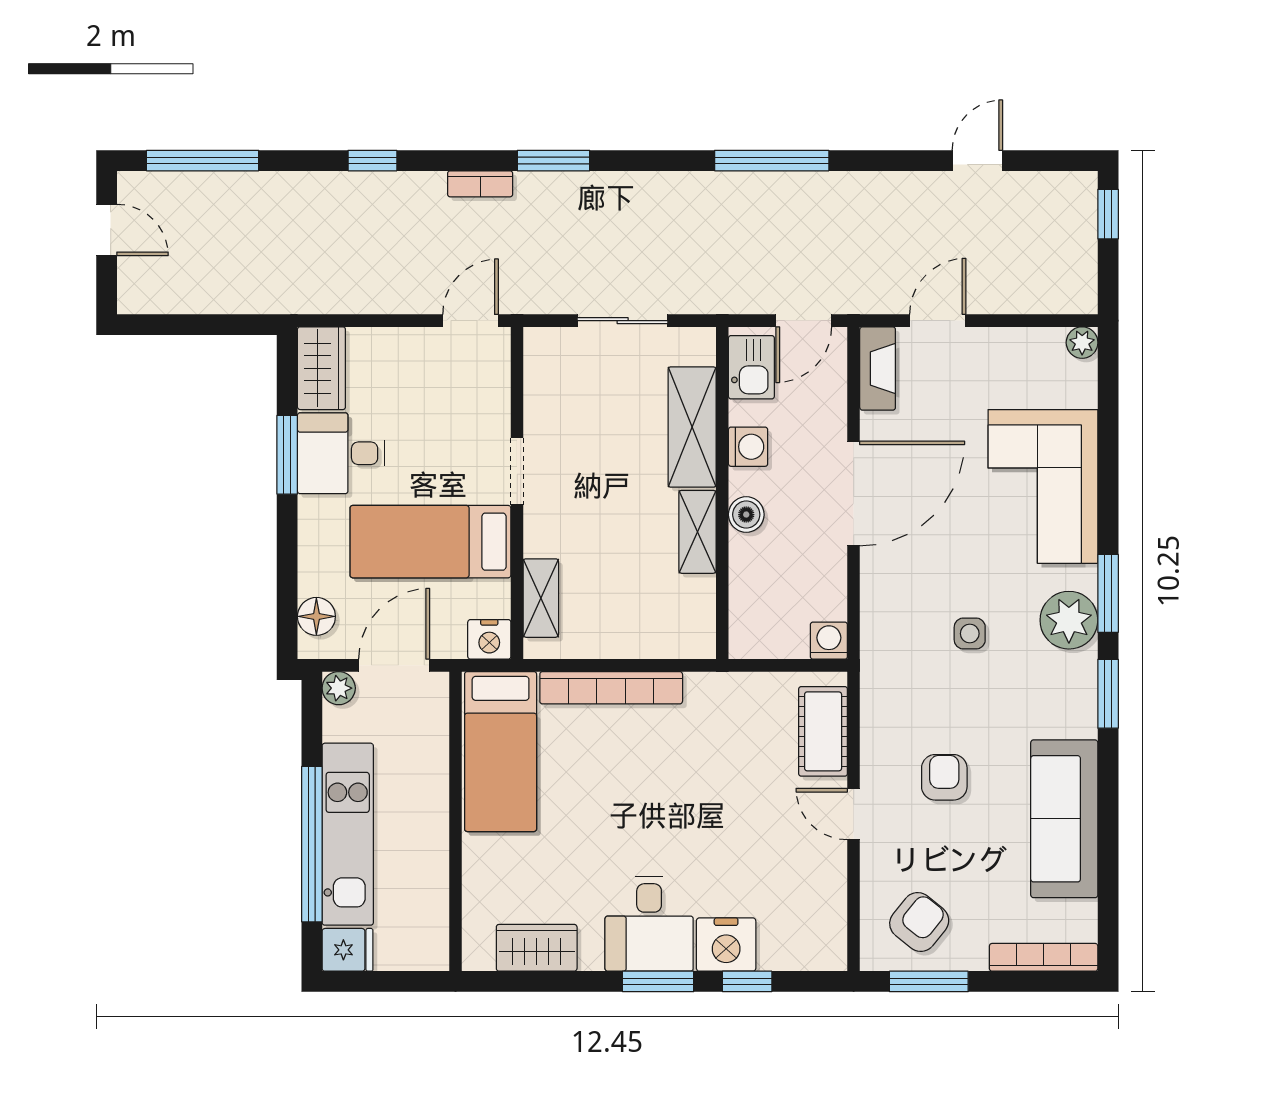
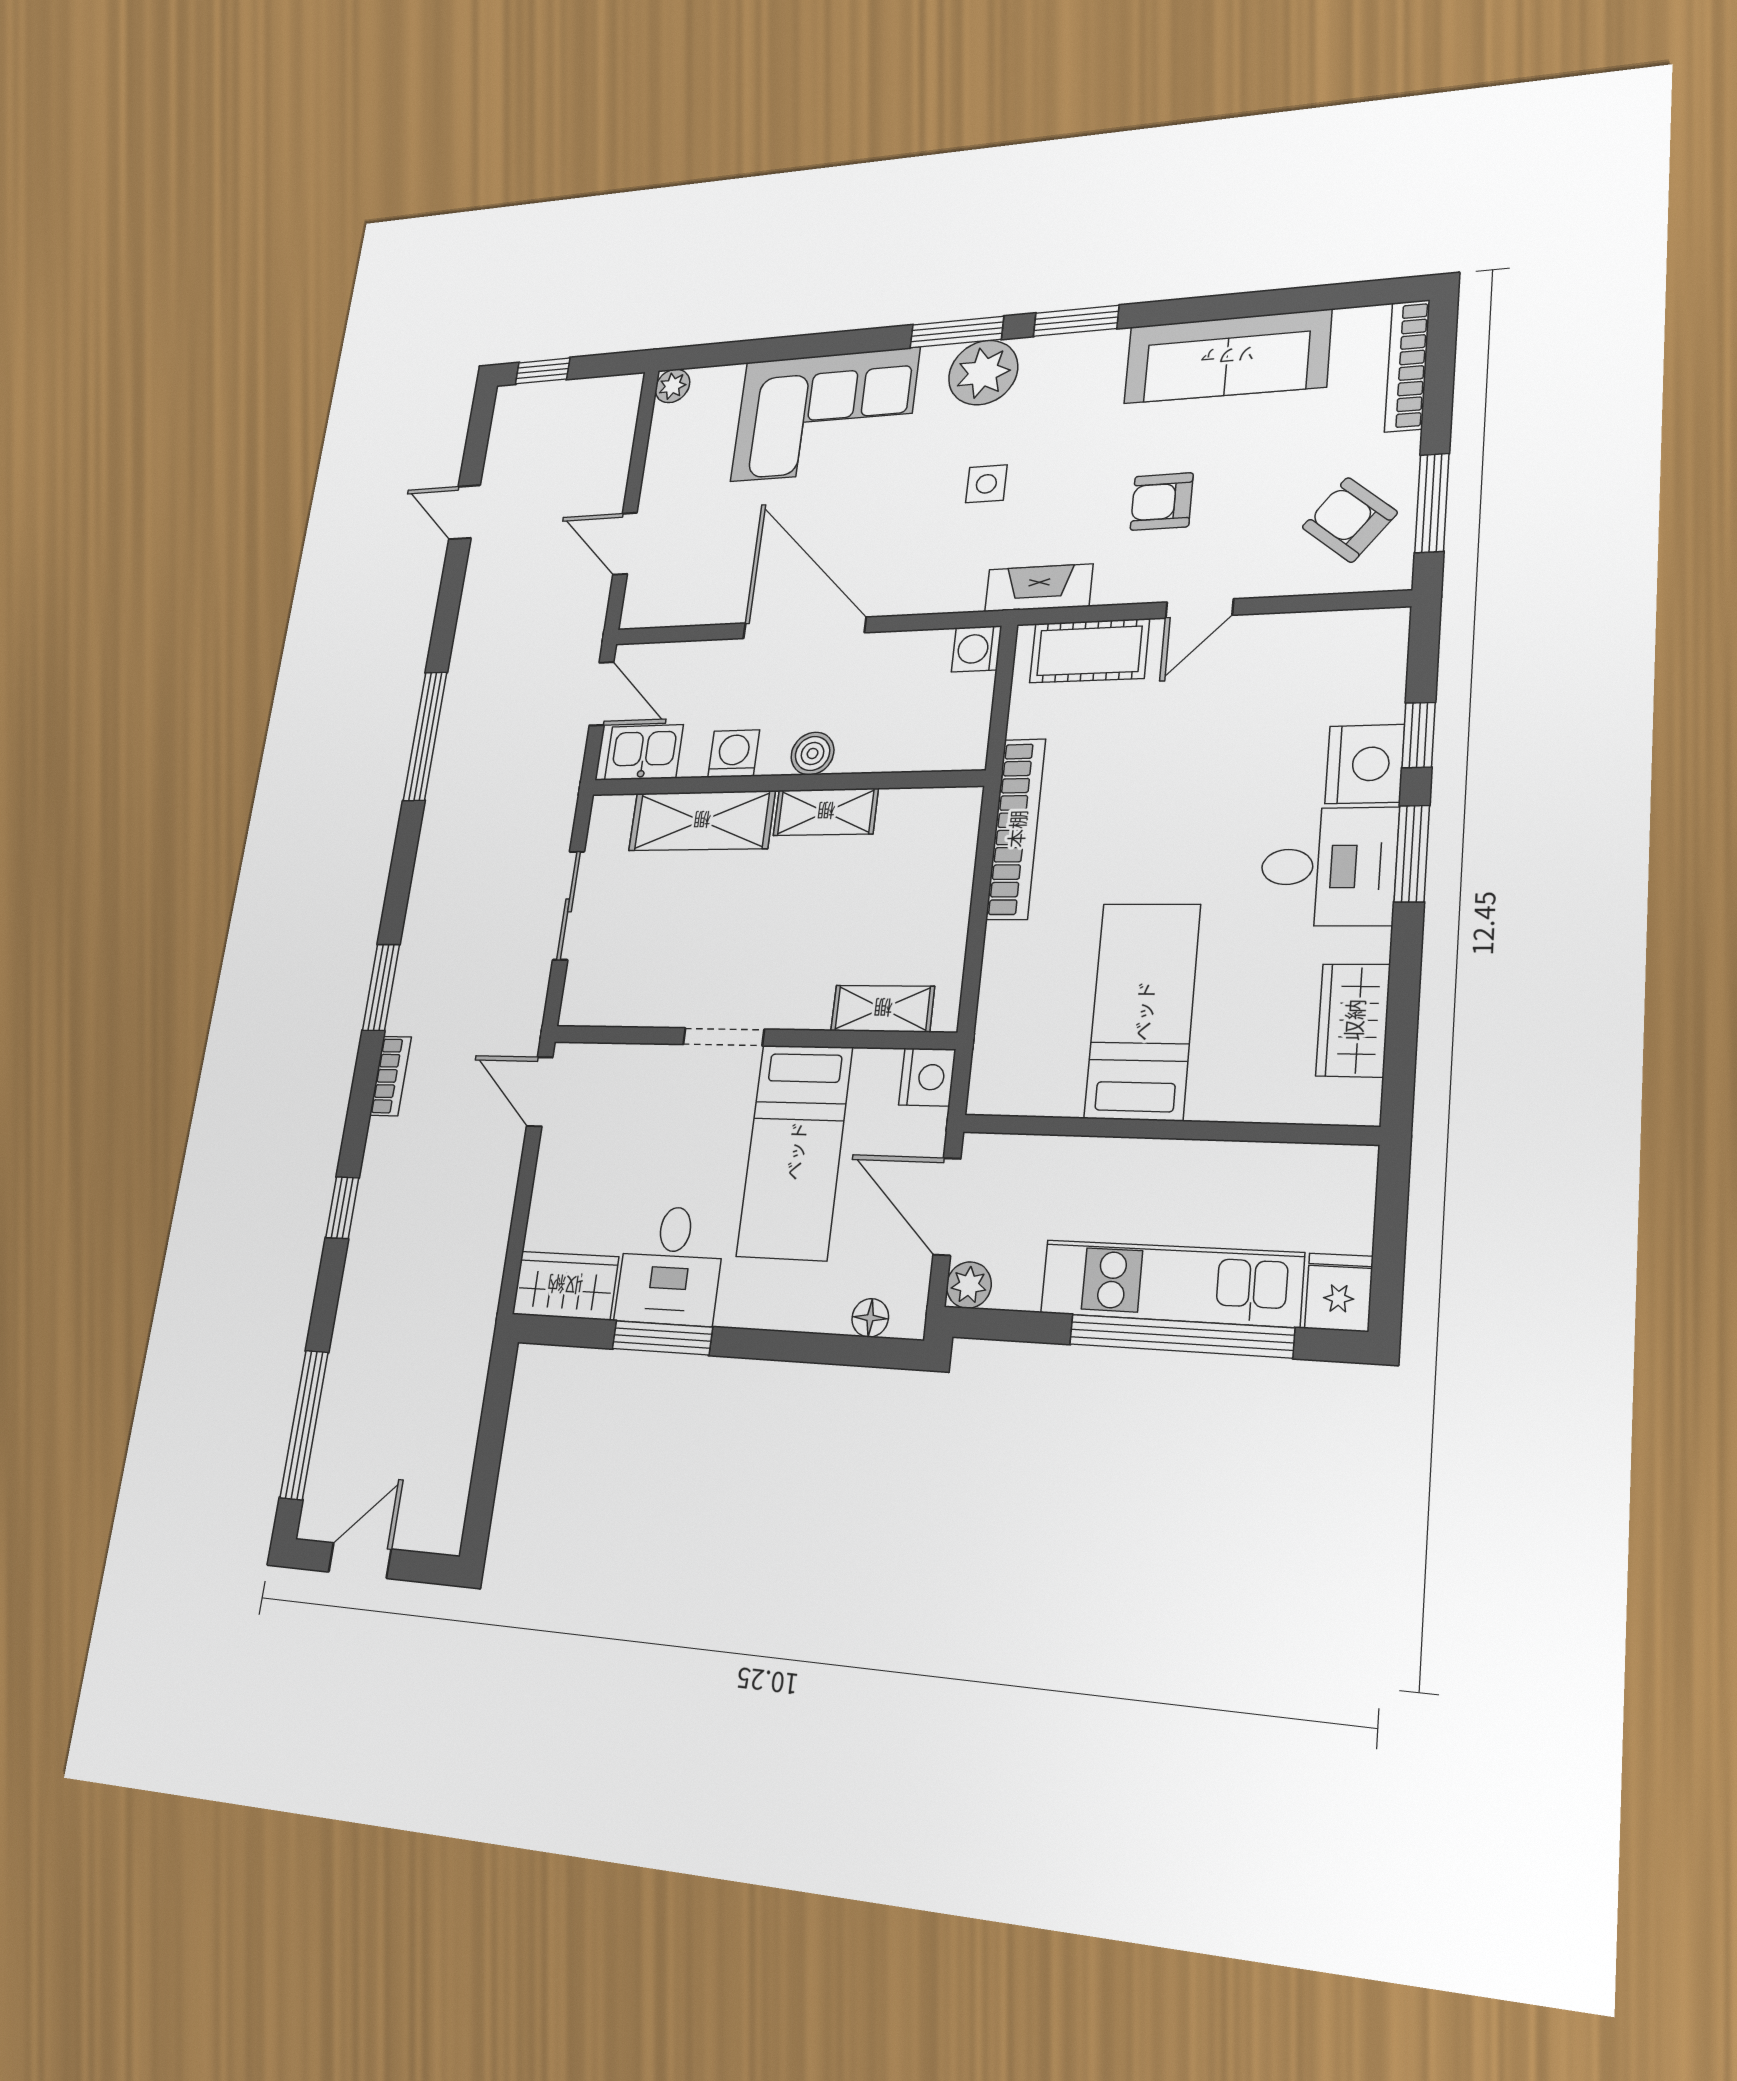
fireplace: (878, 369) -> (1039, 588), moved
floor lamp: (316, 616) -> (870, 1318), width x0.73, depth x0.73
bookcase: (611, 688) -> (1016, 829), moved
bed: (501, 752) -> (1143, 1011), moved, turned -90

